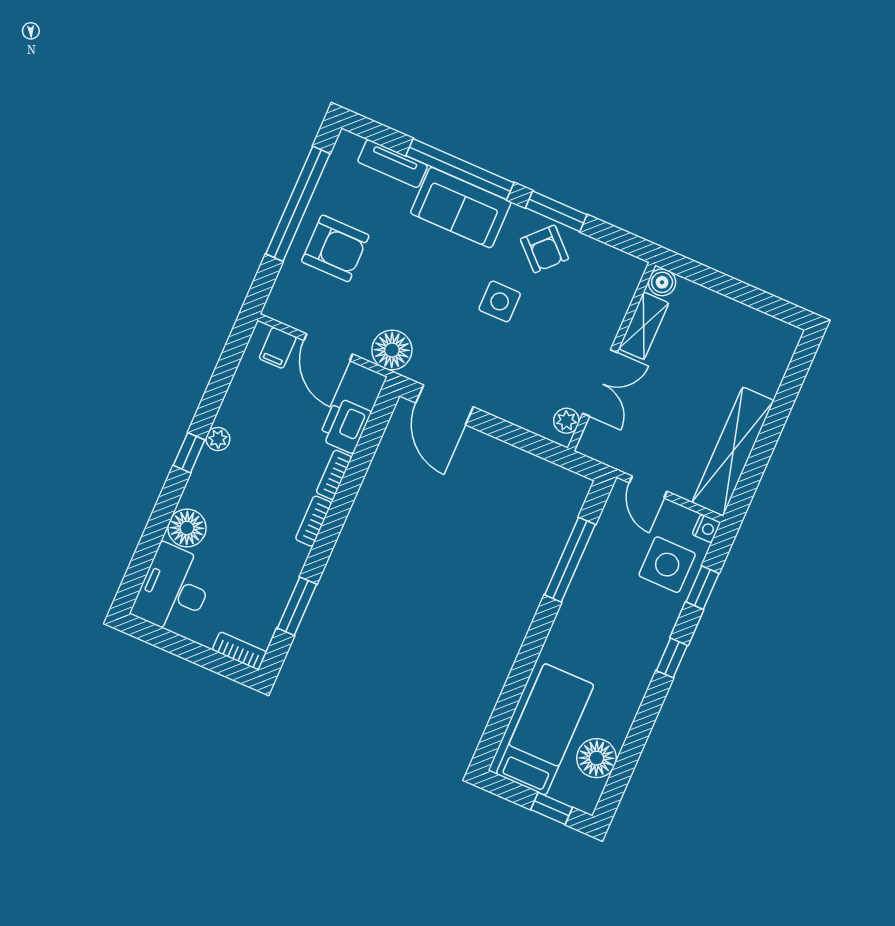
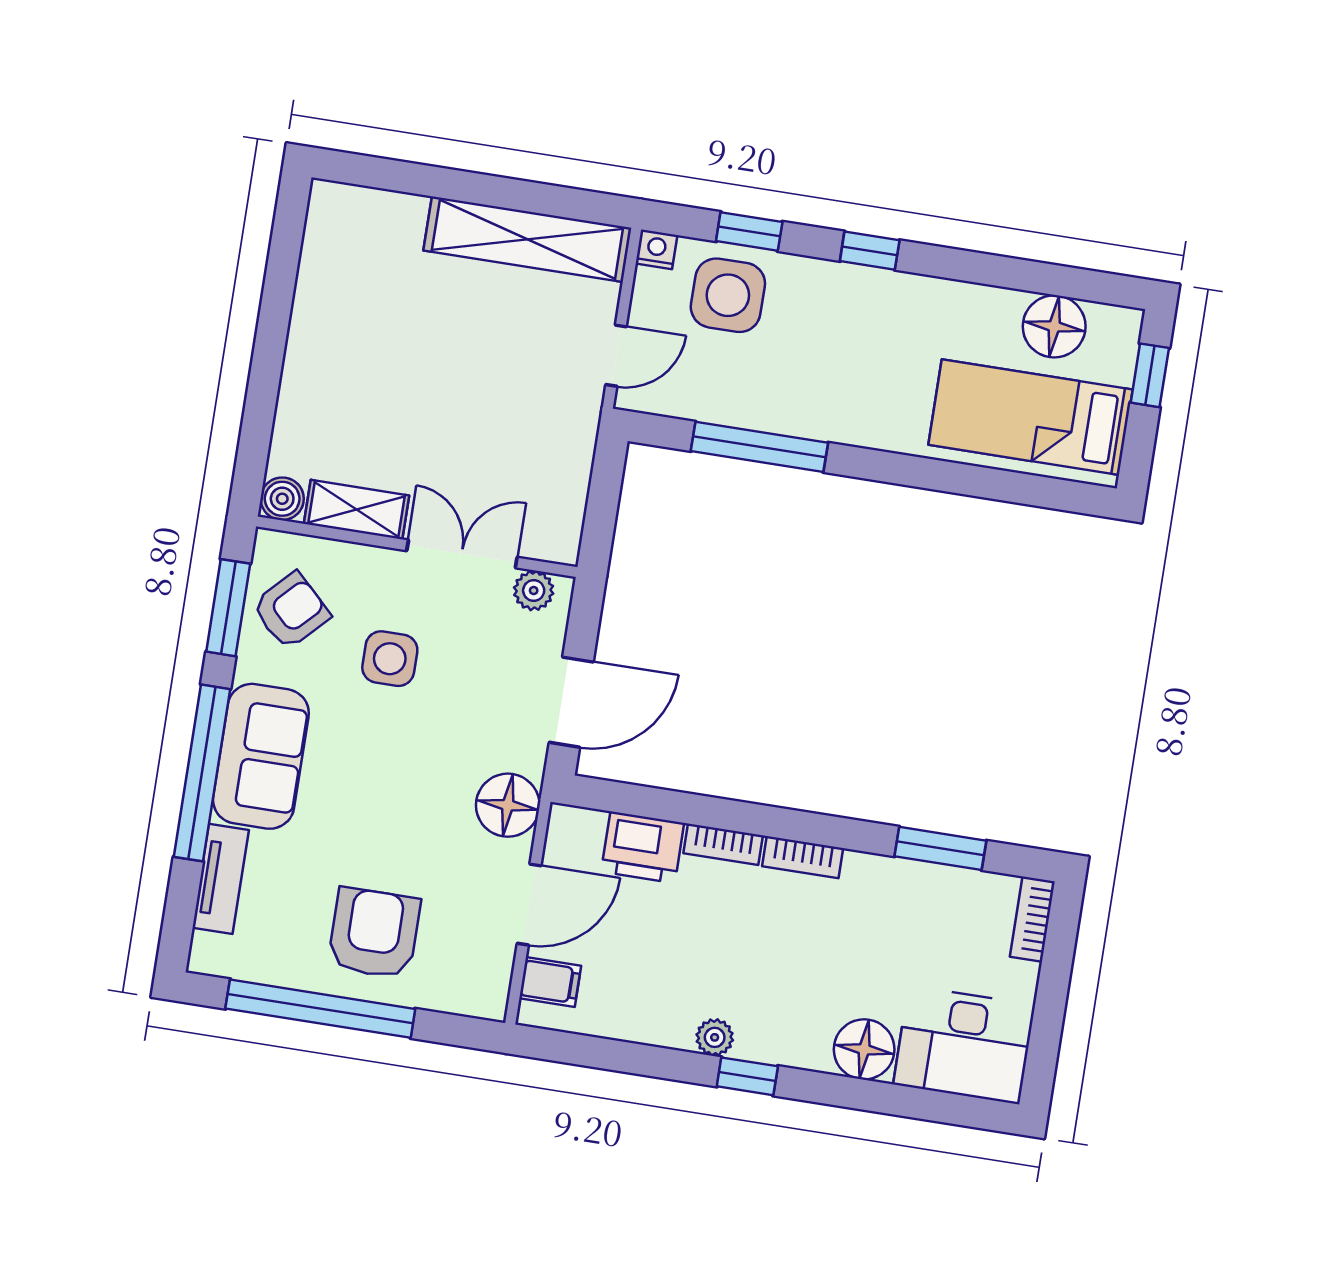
boiler: (662, 282) -> (282, 499), moved
shelving: (644, 326) -> (357, 510), moved
wall: (612, 357) -> (417, 547), moved
double door: (600, 383) -> (462, 554), moved
plant: (566, 421) -> (534, 590), moved

